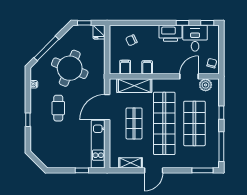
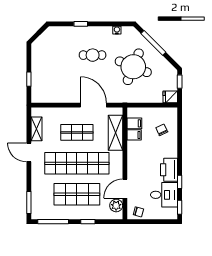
filing cabinet: (147, 67) -> (134, 135), moved
door: (189, 76) -> (125, 189), swing flipped
kitchen unit: (98, 144) -> (56, 96), removed

